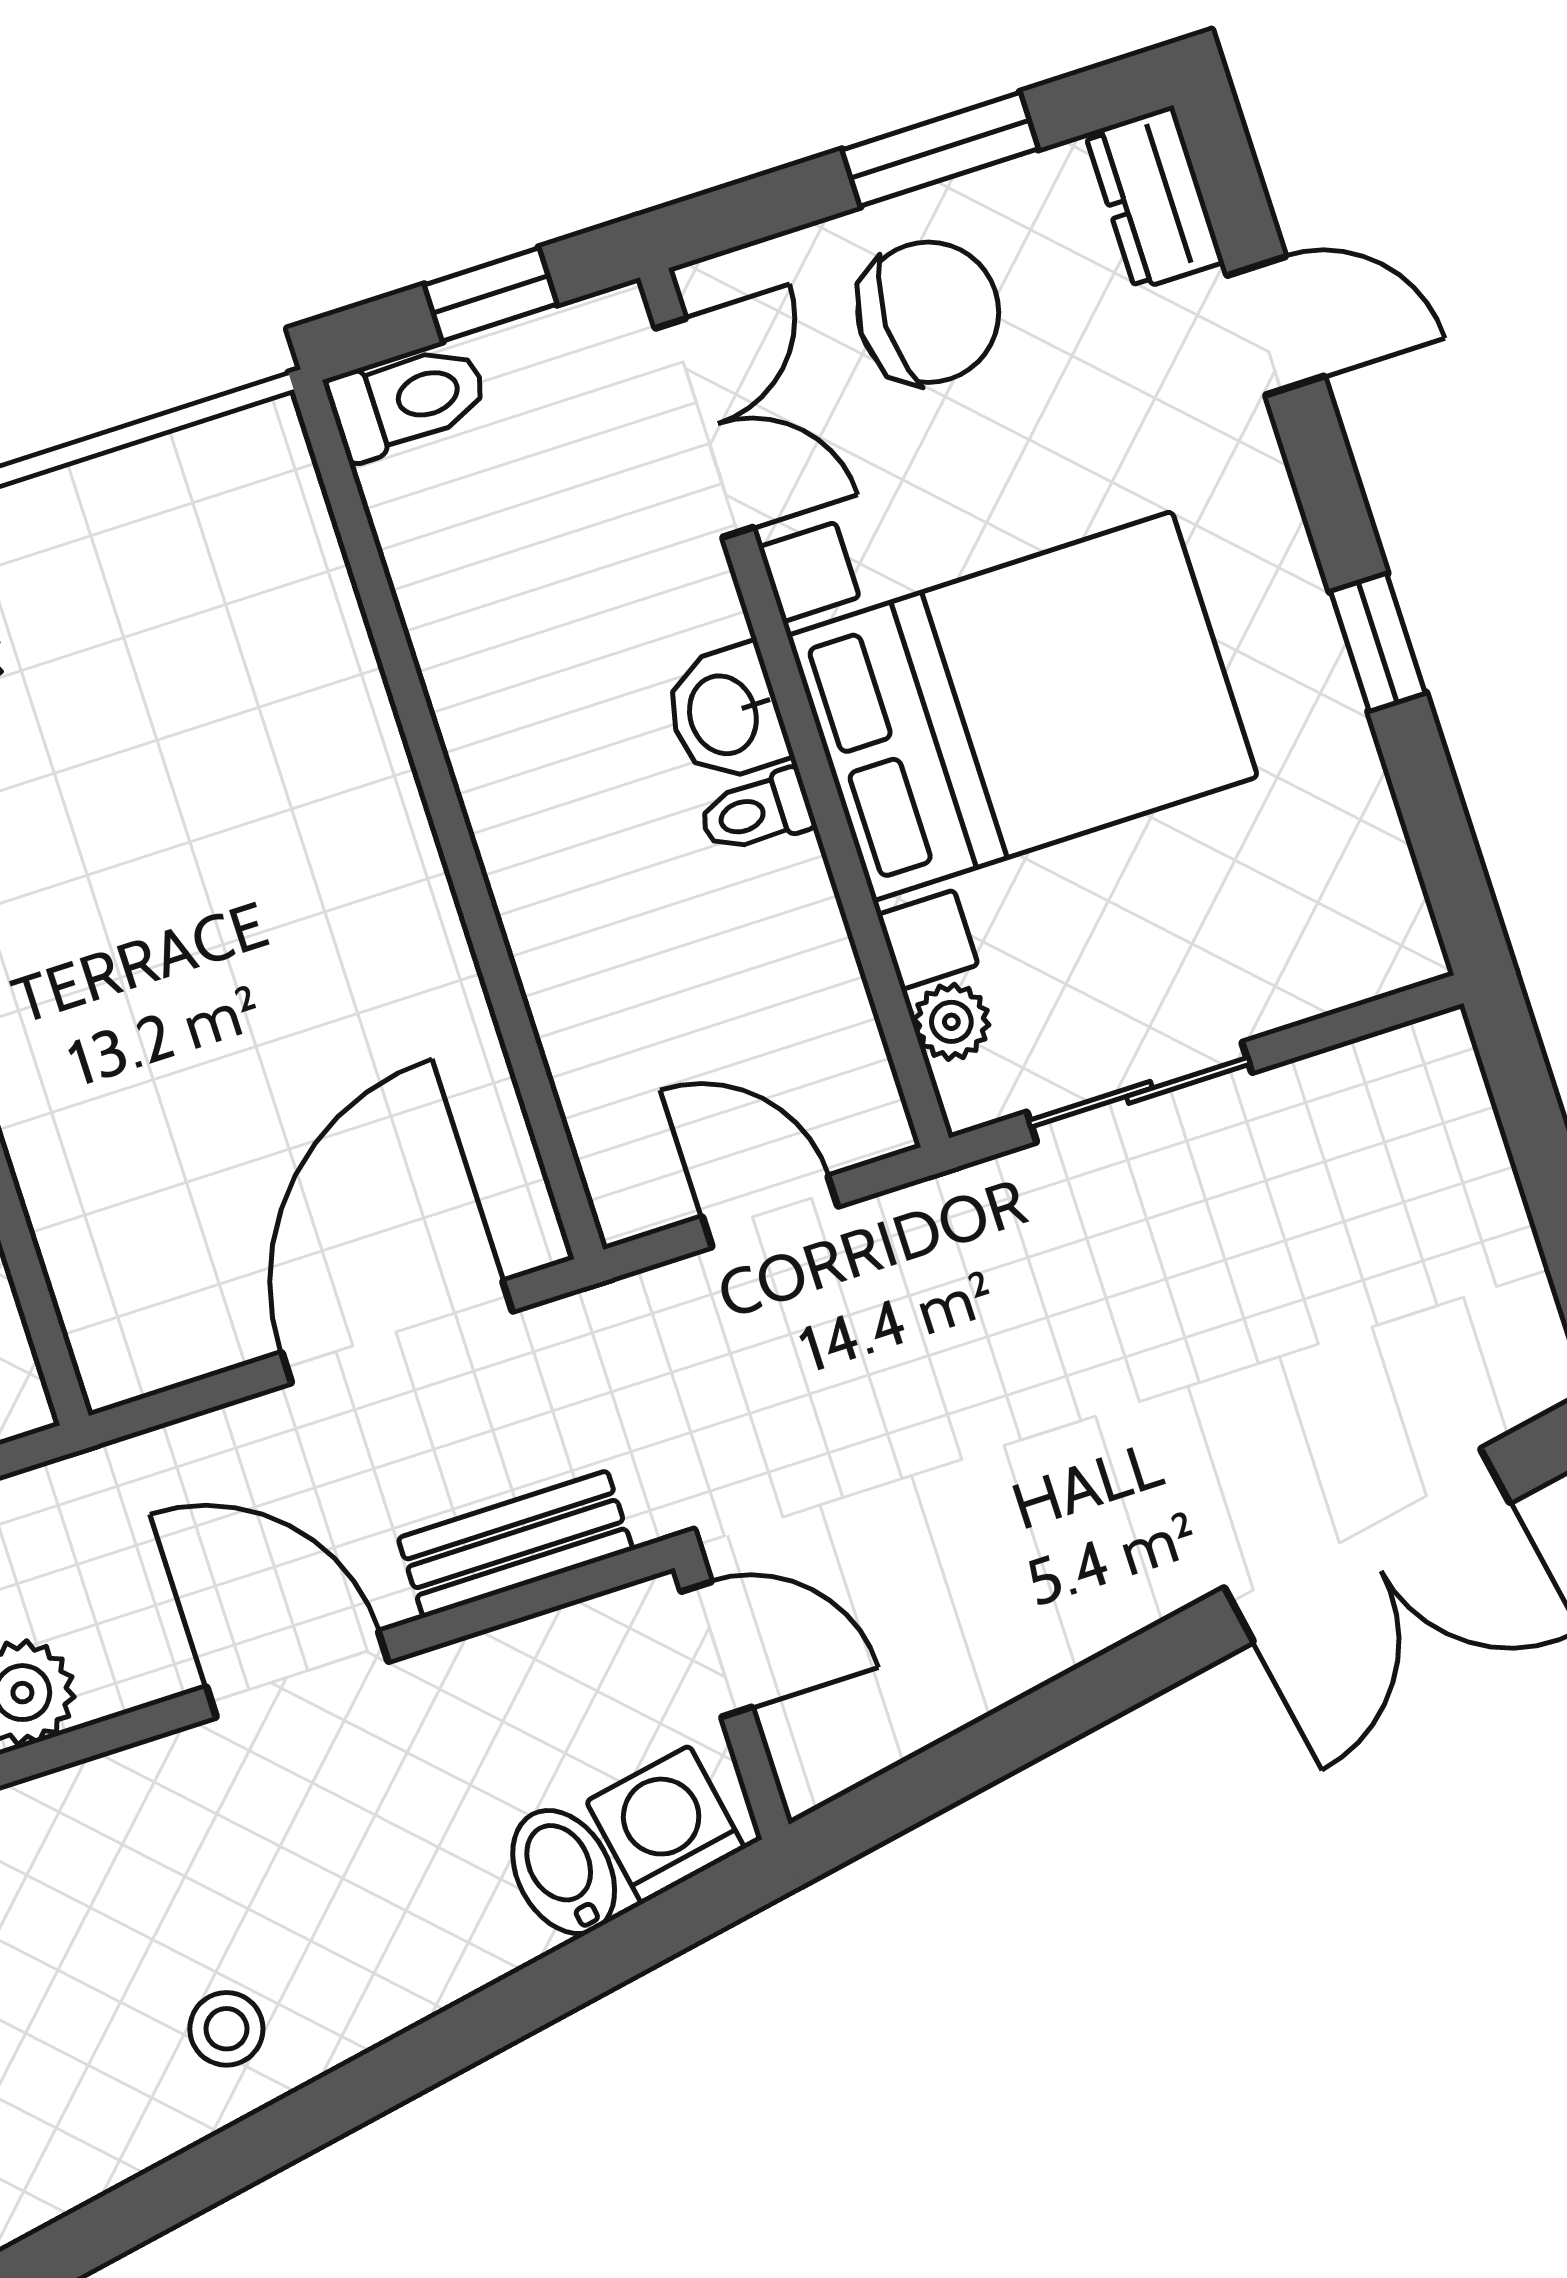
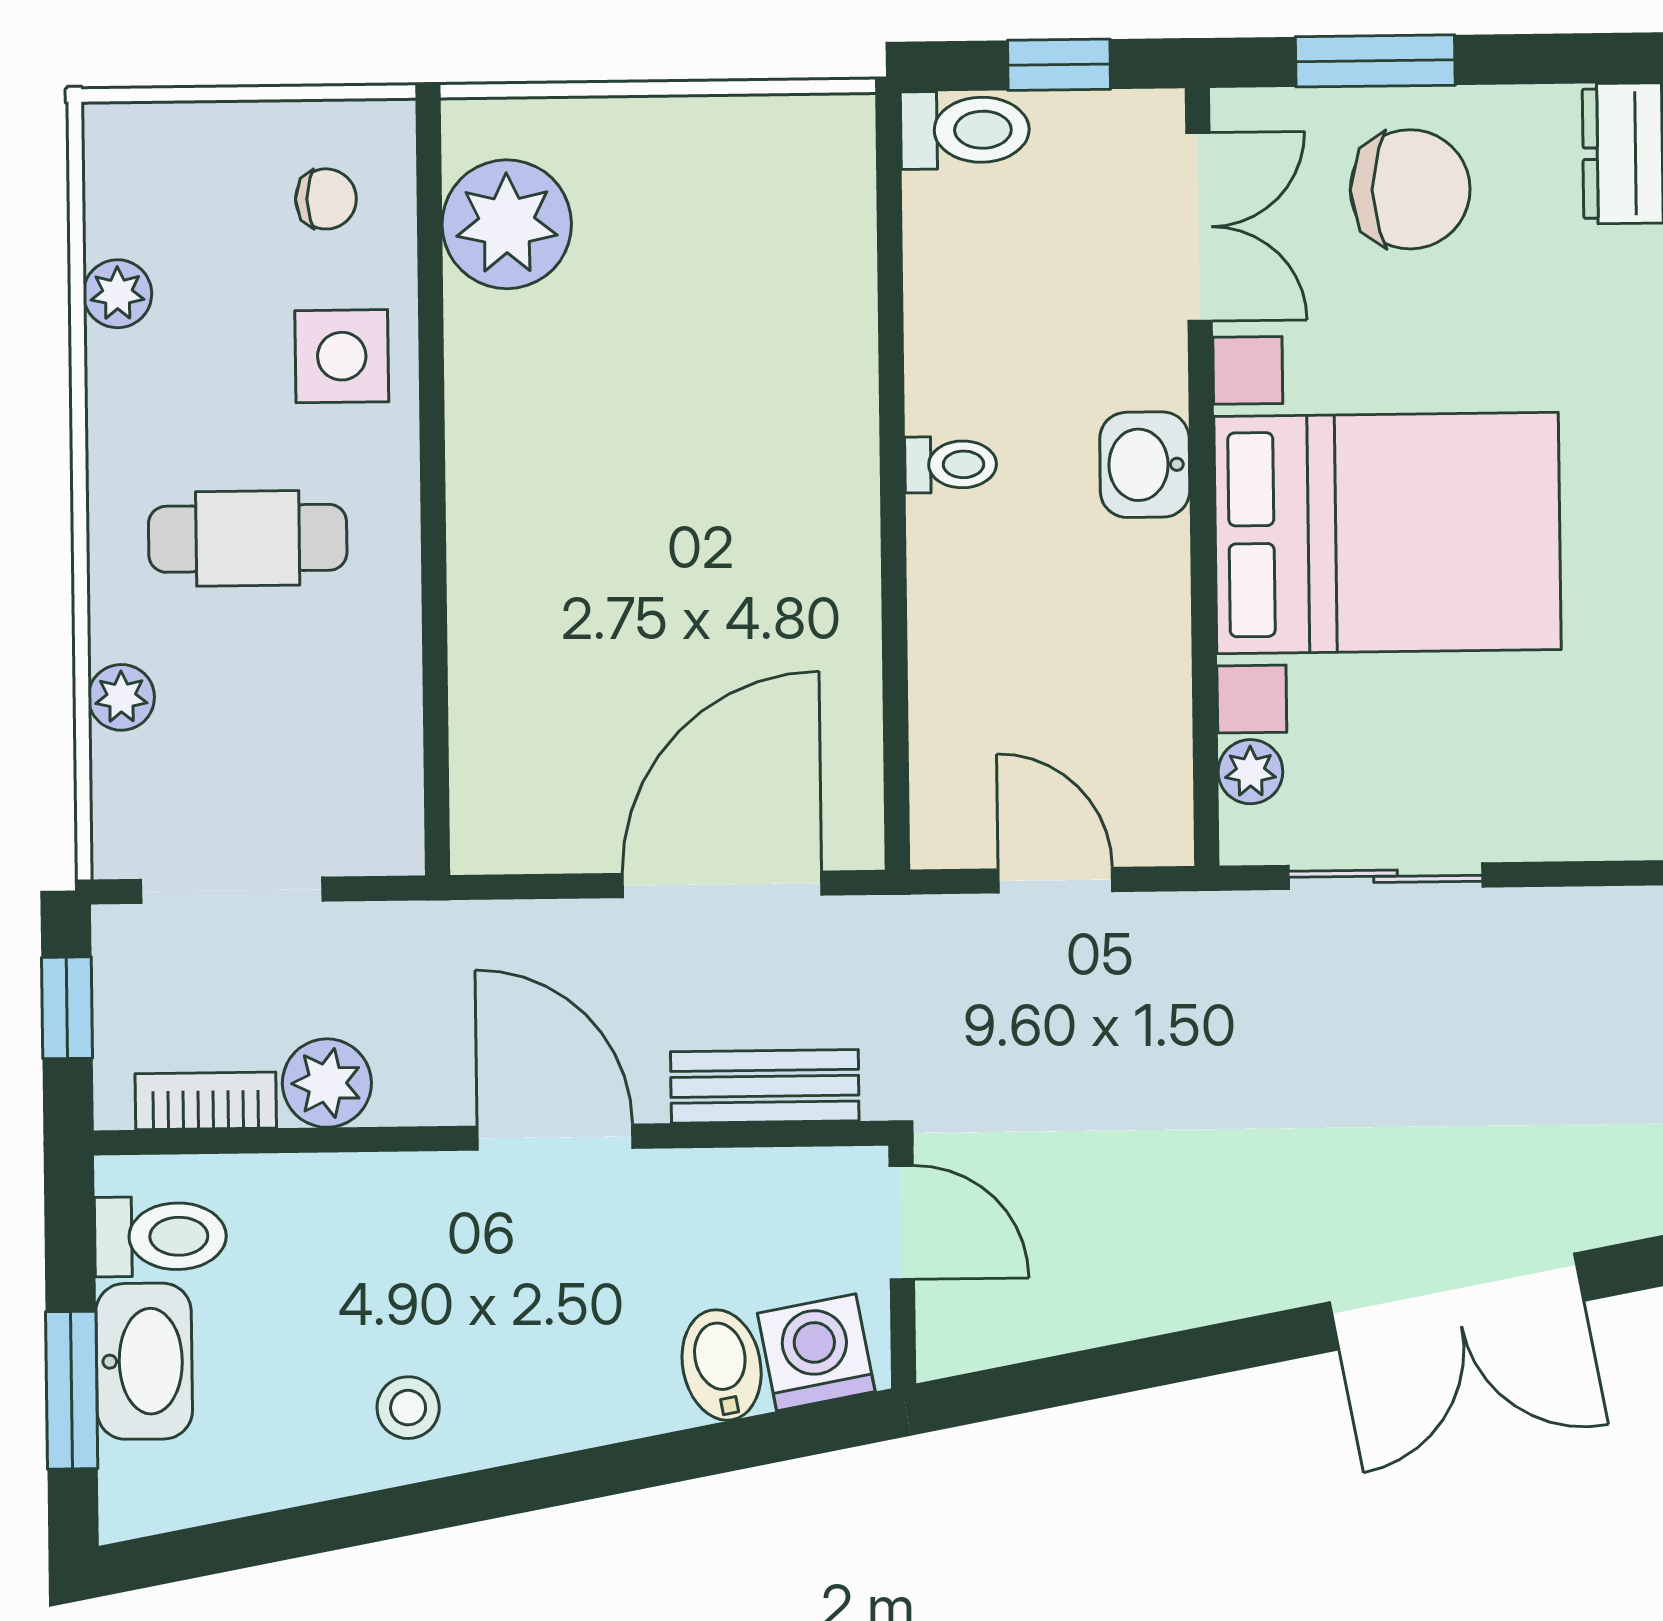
window: (940, 149) -> (1375, 61), moved
toilet: (756, 812) -> (951, 465), moved, turned 180

